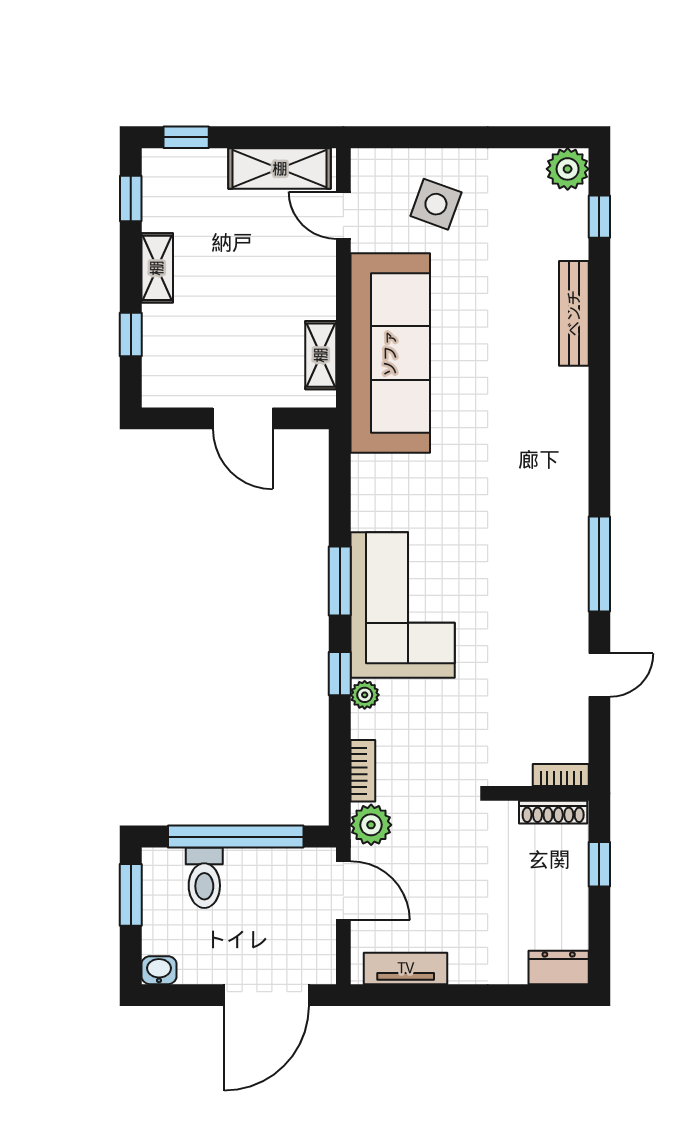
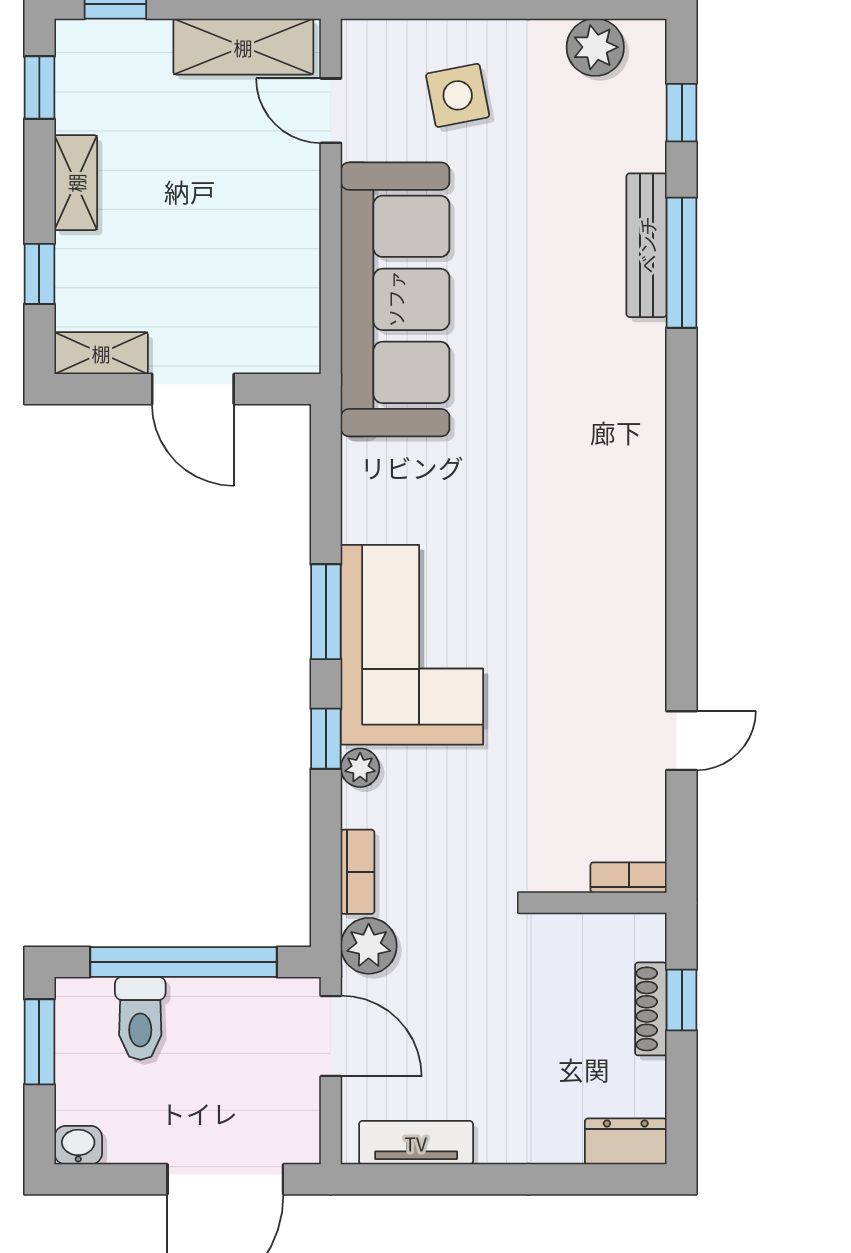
plant: (568, 169) -> (595, 47), moved
side table: (436, 204) -> (458, 95), turned -31
shelving: (321, 355) -> (101, 353), moved, turned 90
window: (599, 564) -> (682, 263), moved
shoe rack: (553, 812) -> (651, 1009), moved, turned 90

